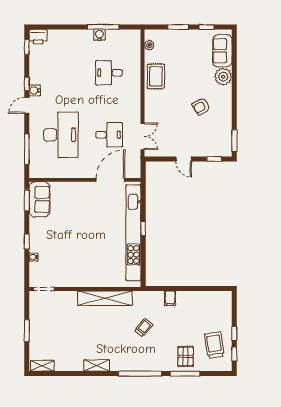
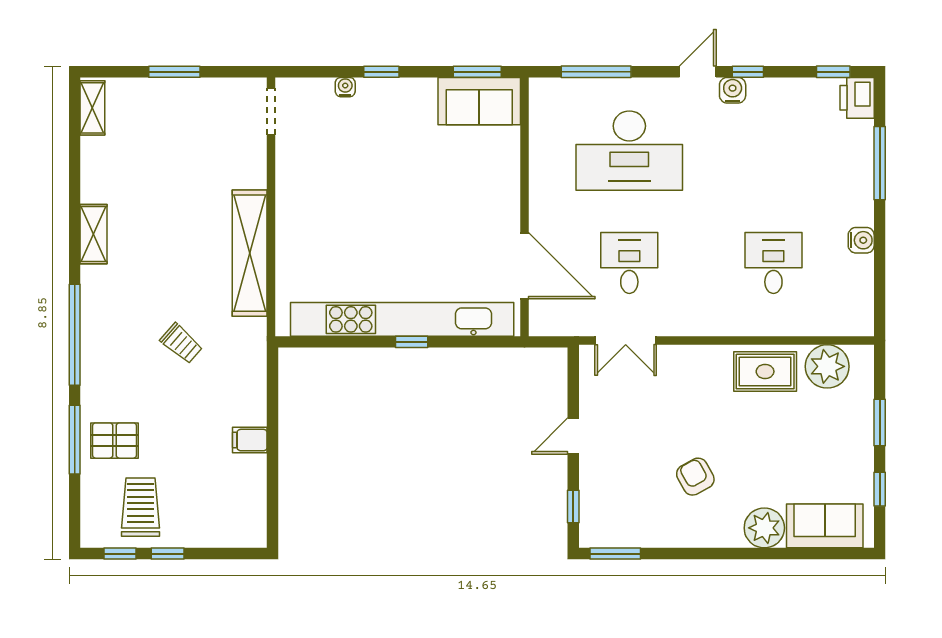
window: (103, 27) -> (880, 163), moved
plant: (149, 45) -> (827, 366), width x1.88, depth x1.88
door: (27, 105) -> (698, 72), hinge flipped
desk: (109, 135) -> (629, 263), turned 180
filing cabinet: (170, 298) -> (250, 440), moved
trolley: (214, 345) -> (141, 507), turned -81

